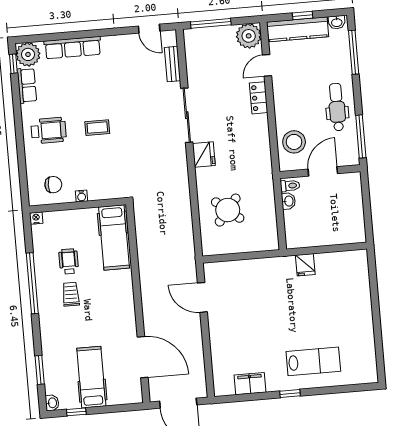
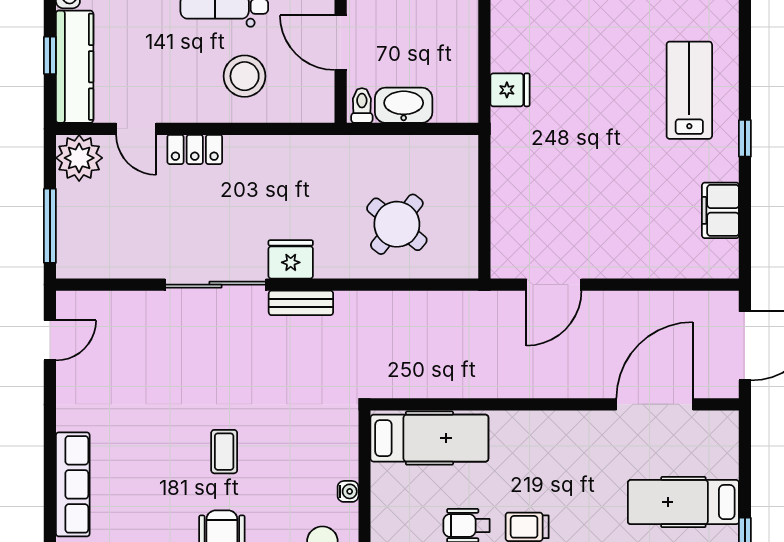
bench: (172, 64) -> (301, 303), moved
stool: (294, 142) -> (245, 76), moved
washbasin: (288, 201) -> (404, 105), width x1.91, depth x1.45

